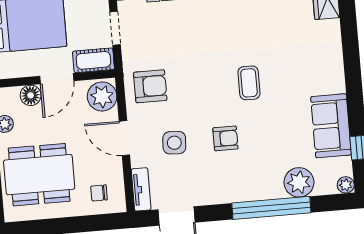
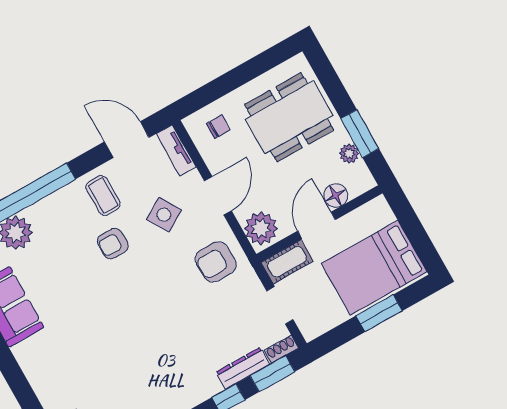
coffee table: (249, 83) -> (103, 196), moved
door: (124, 138) -> (218, 196), hinge flipped
side table: (174, 143) -> (164, 215), turned -34

